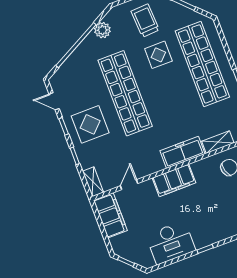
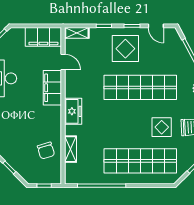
door: (54, 101) -> (156, 26), swing flipped
freezer: (183, 152) -> (73, 111), width x0.71
filing cabinet: (174, 180) -> (52, 88), moved

